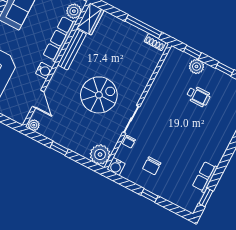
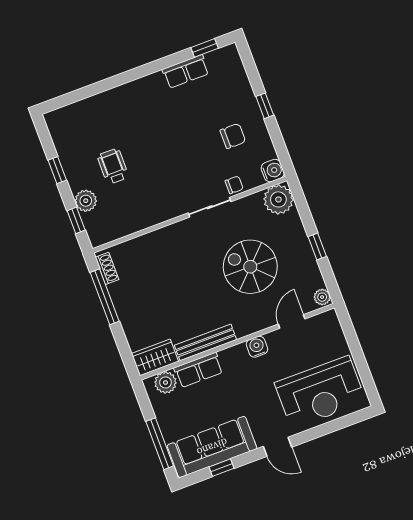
row of seats: (60, 39) -> (198, 370), width x0.68
spiral stairs: (99, 95) -> (250, 267), moved

